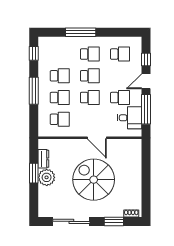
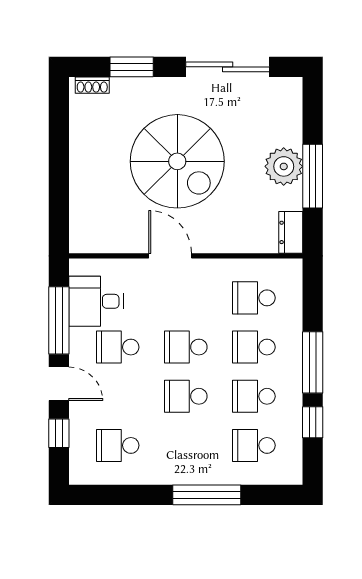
window: (34, 53) -> (313, 422), moved
school desk: (90, 54) -> (254, 445), moved
door: (146, 81) -> (59, 384), hinge flipped
dresser: (43, 159) -> (291, 232), moved
window: (34, 173) -> (313, 176), width x1.44

